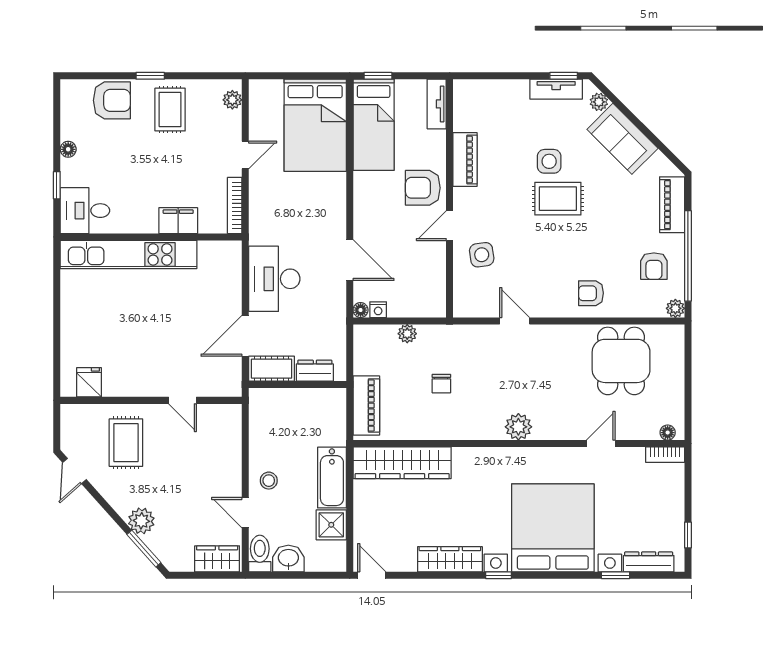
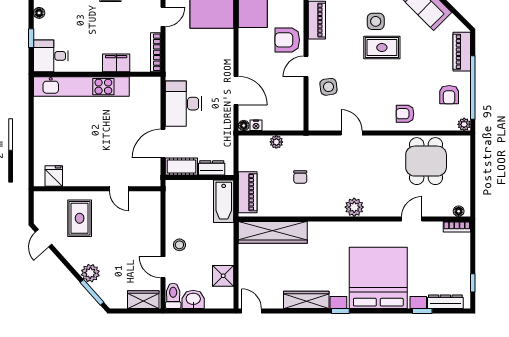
bathtub: (332, 478) -> (224, 201), moved

